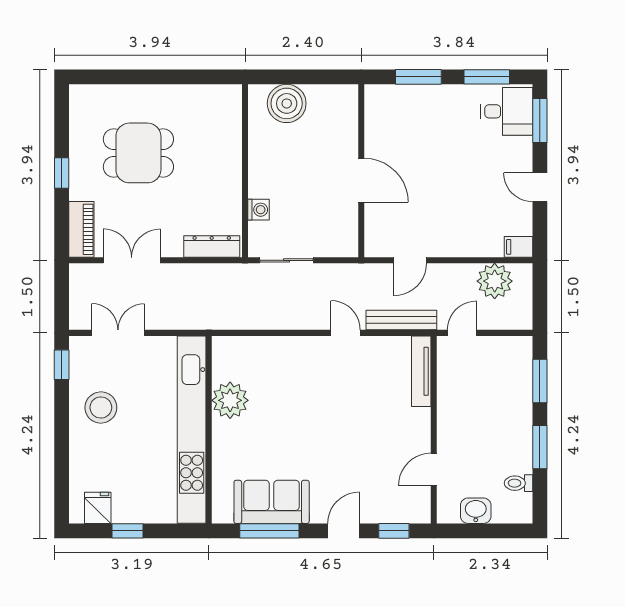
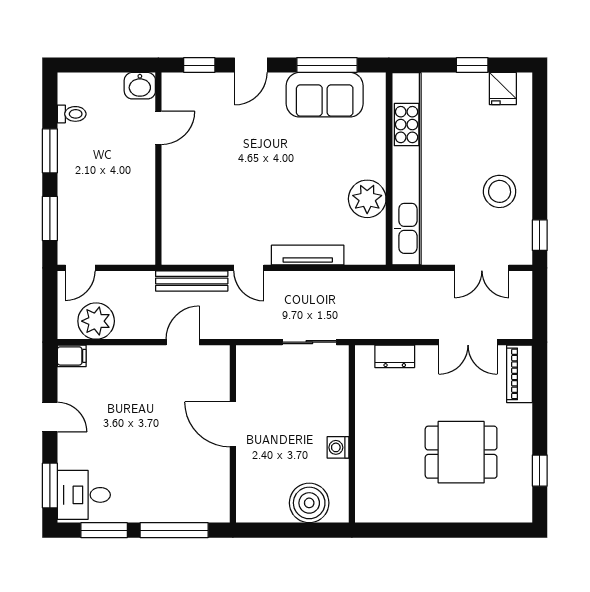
window: (418, 77) -> (174, 530), width x1.44
window: (62, 173) -> (540, 471), moved
washing machine: (259, 210) -> (338, 447), moved
dresser: (212, 246) -> (395, 356), width x0.70
door: (462, 333) -> (80, 268), moved
tv unit: (421, 371) -> (308, 255), moved, turned -90
washbasin: (476, 511) -> (140, 86), moved

